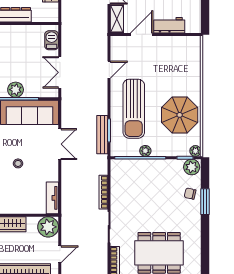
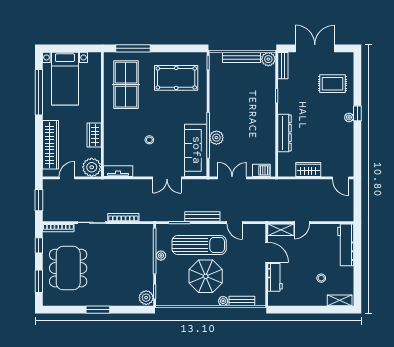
bench: (195, 62) -> (242, 301), added
sun lounger: (134, 109) -> (199, 245), turned 180
parasol: (180, 115) -> (206, 276), moved
bench: (102, 135) -> (202, 216), moved
plant: (195, 151) -> (223, 301), moved
chair: (190, 194) -> (122, 296), removed
window: (205, 202) -> (98, 310), moved
door: (60, 254) -> (67, 178), swing flipped

